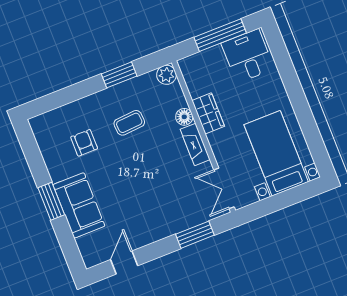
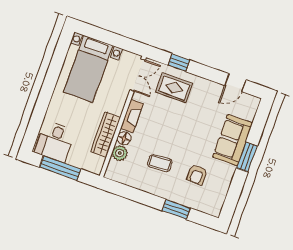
window: (119, 75) -> (176, 209), moved
plant: (166, 75) -> (120, 153), moved
wardrobe: (208, 113) -> (106, 135), width x1.50
rug: (178, 206) -> (174, 88), added
window: (195, 235) -> (179, 63), width x0.67

